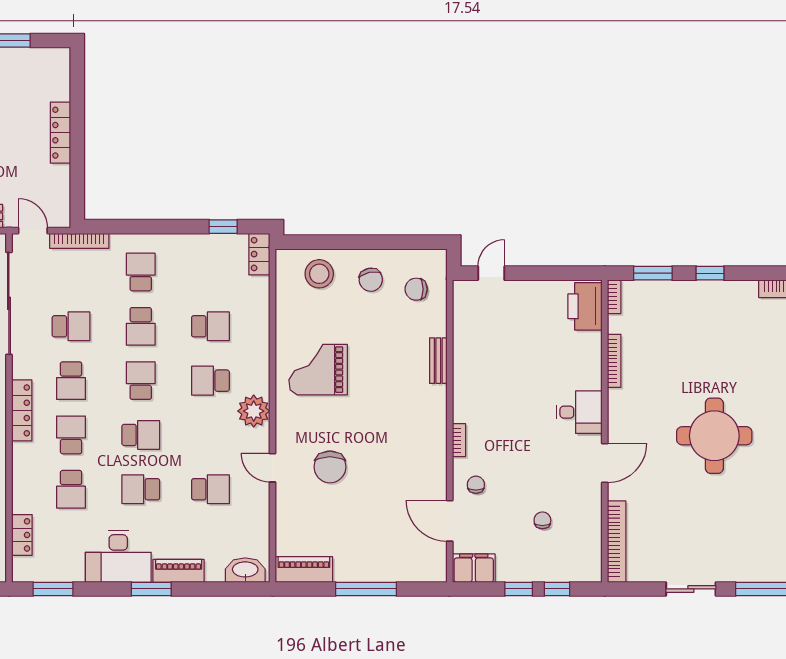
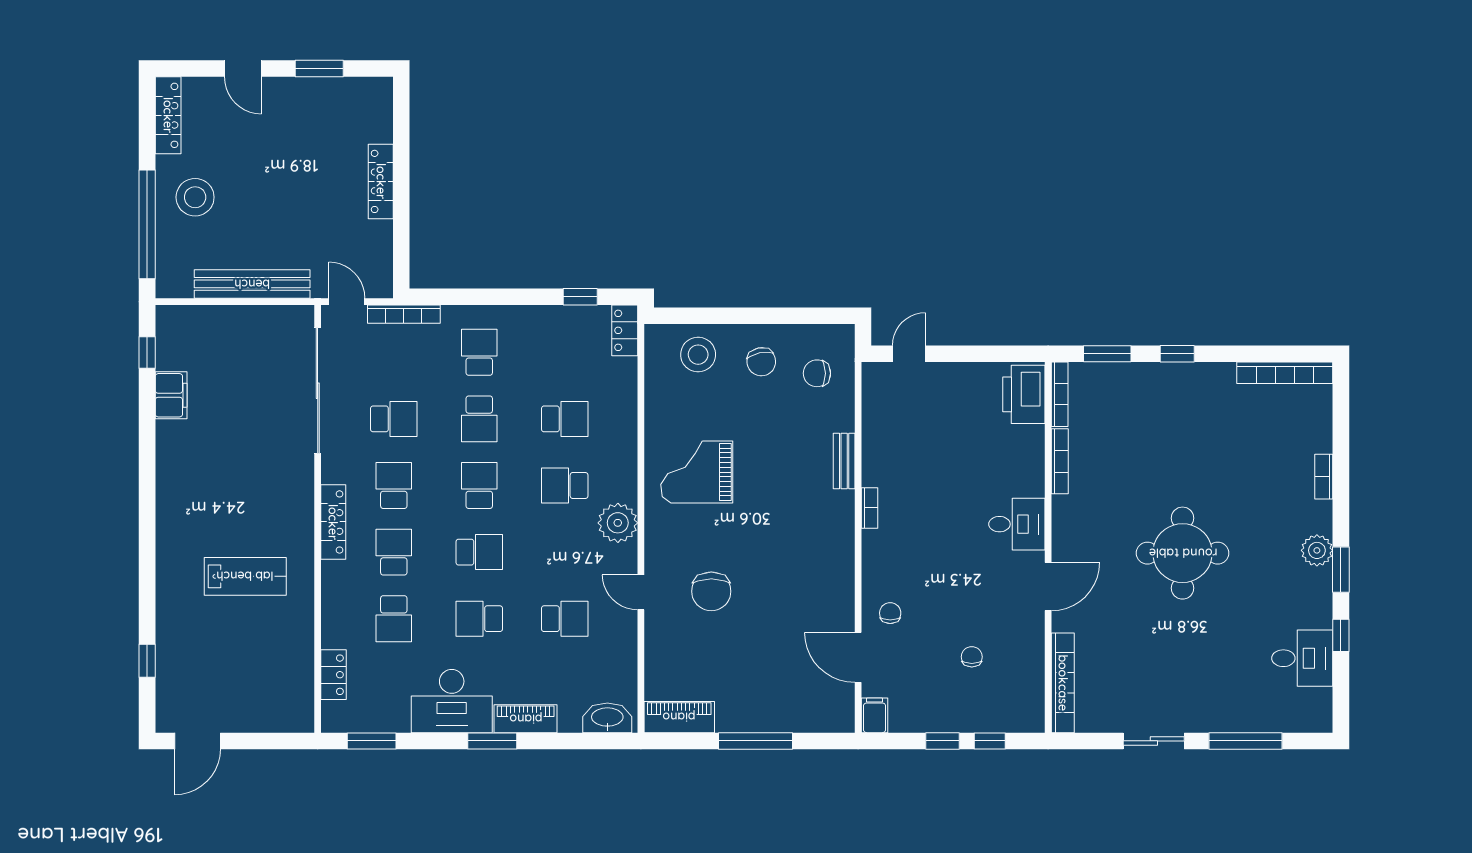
bookcase: (614, 297) -> (1060, 394), width x1.56
school desk: (71, 381) -> (394, 486), turned 180
bookcase: (459, 440) -> (869, 508), moved
filing cabinet: (474, 568) -> (875, 715), width x0.50

